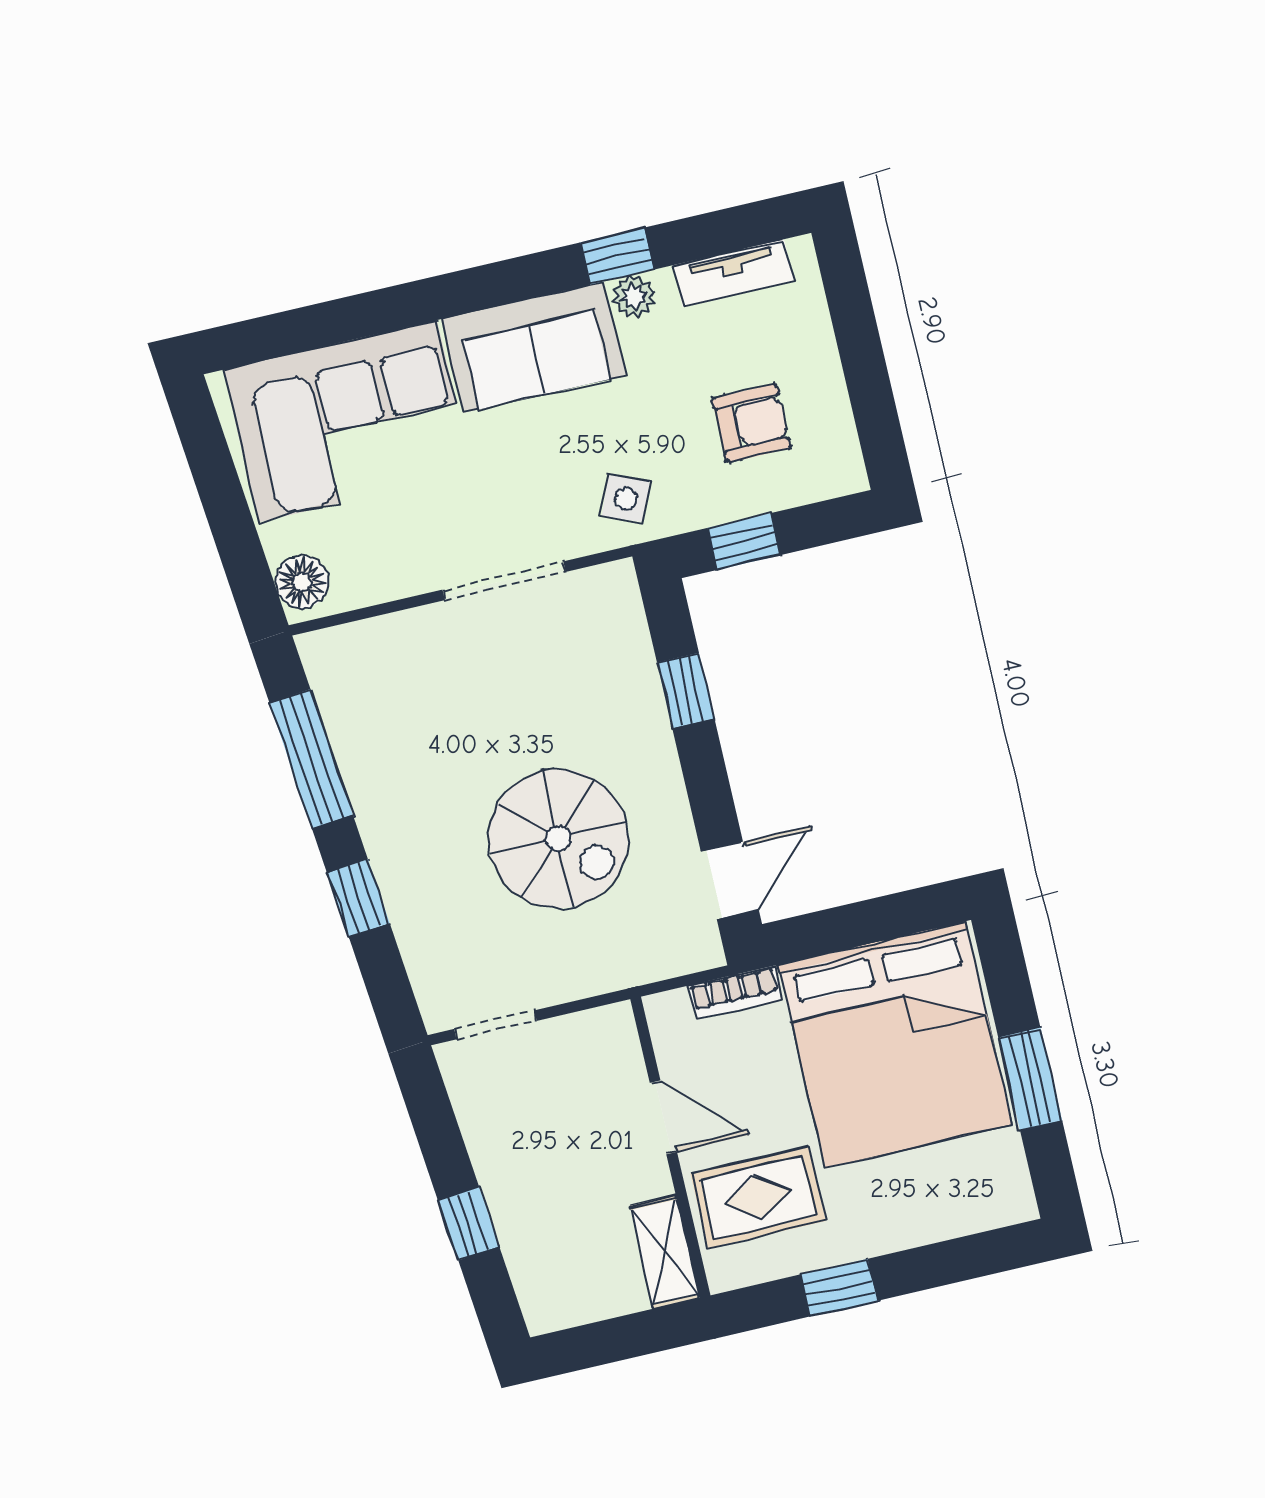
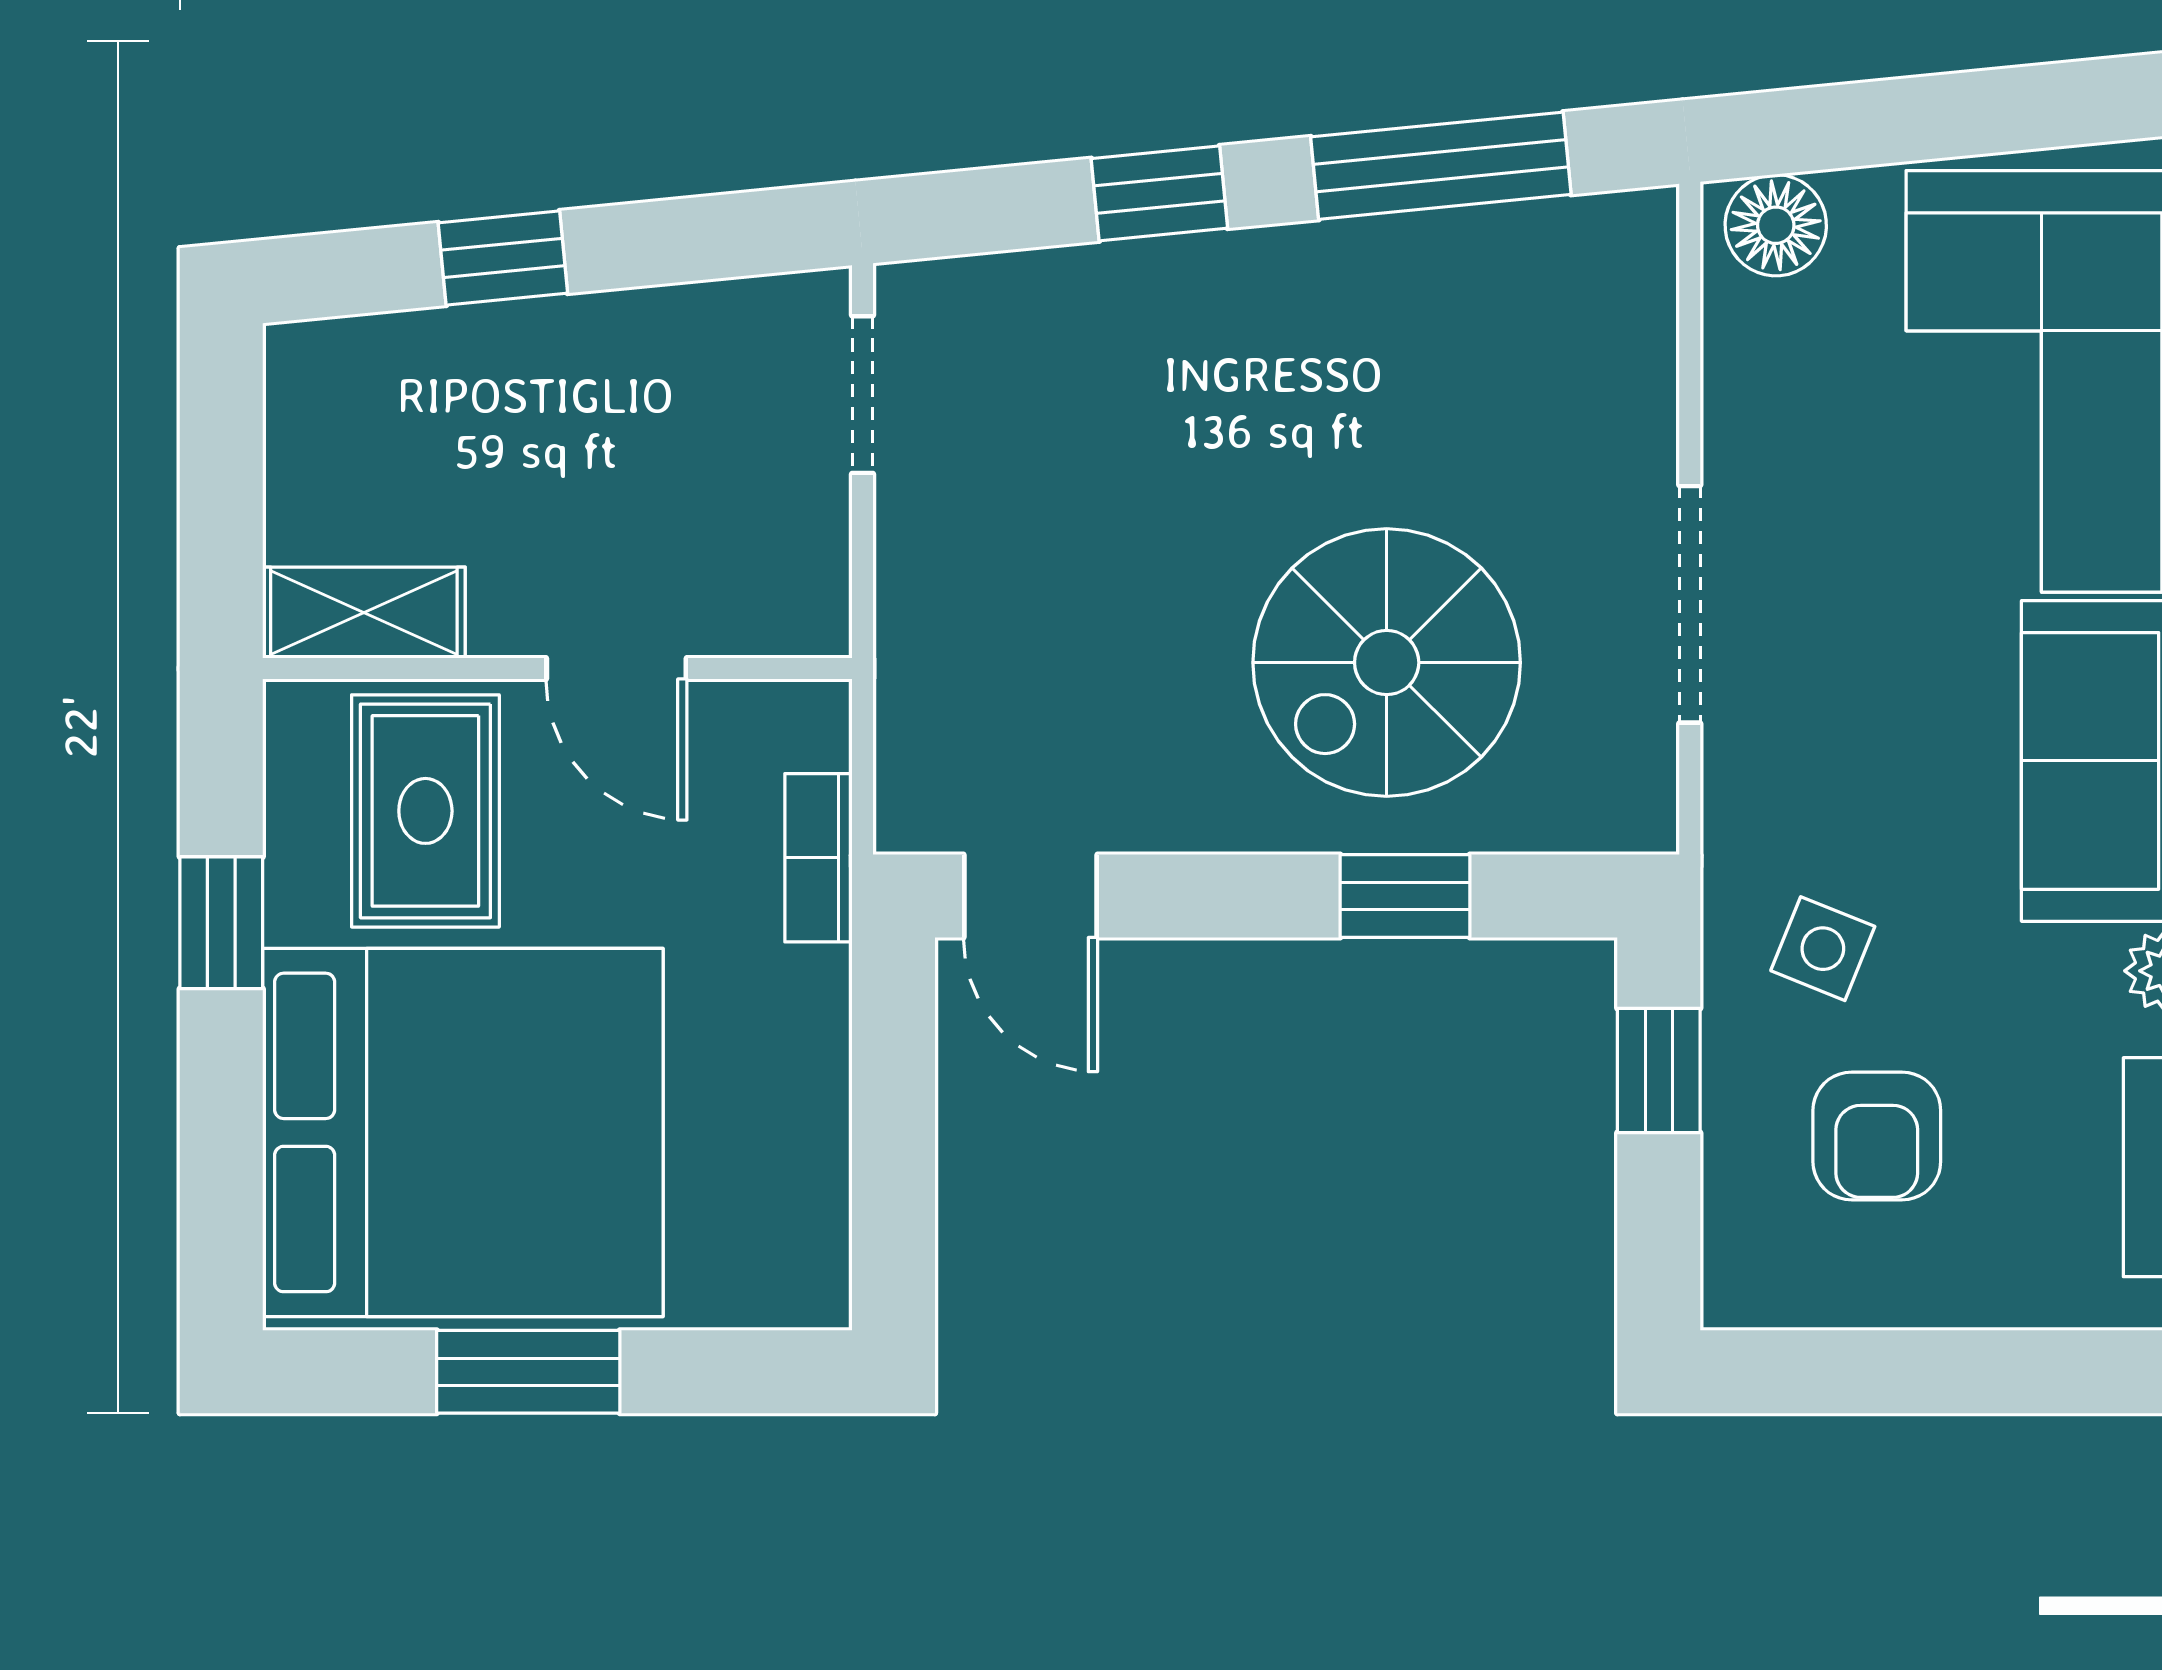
side table: (626, 499) -> (1823, 949), moved
spiral stairs: (558, 838) -> (1387, 663), moved
bed: (895, 1044) -> (463, 1132), moved, turned 180
door: (663, 1117) -> (616, 669), hinge flipped

